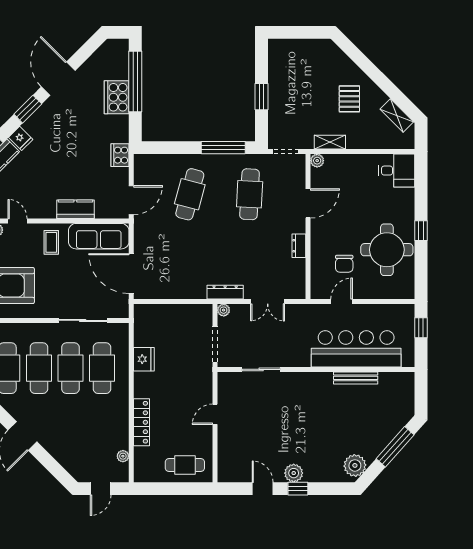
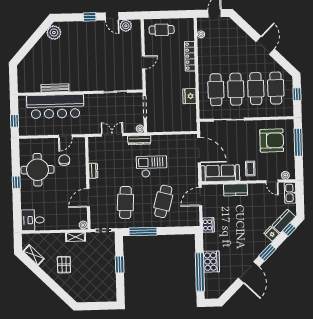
checkout: (207, 250) -> (152, 167), added
window: (395, 447) -> (29, 45), removed
plant: (294, 473) -> (126, 26), moved

